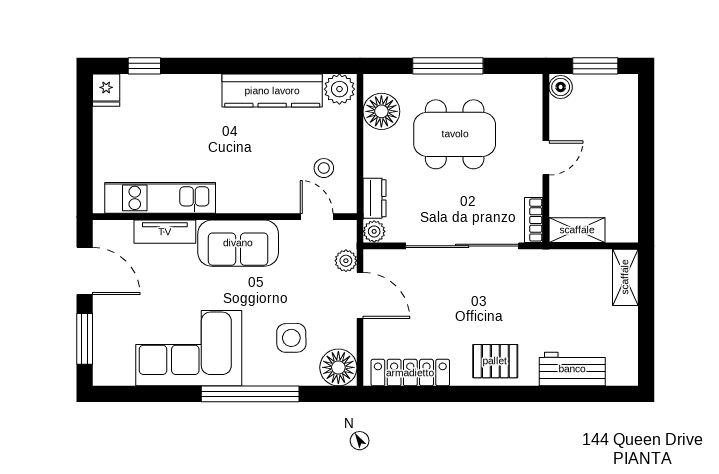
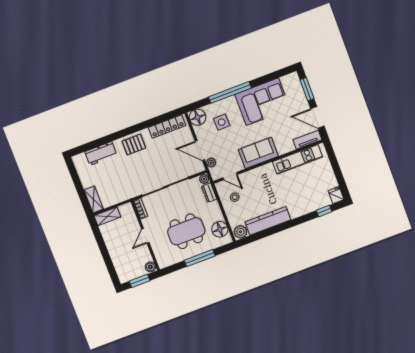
shelving: (577, 230) -> (107, 216), moved
tv unit: (165, 232) -> (307, 140), moved

